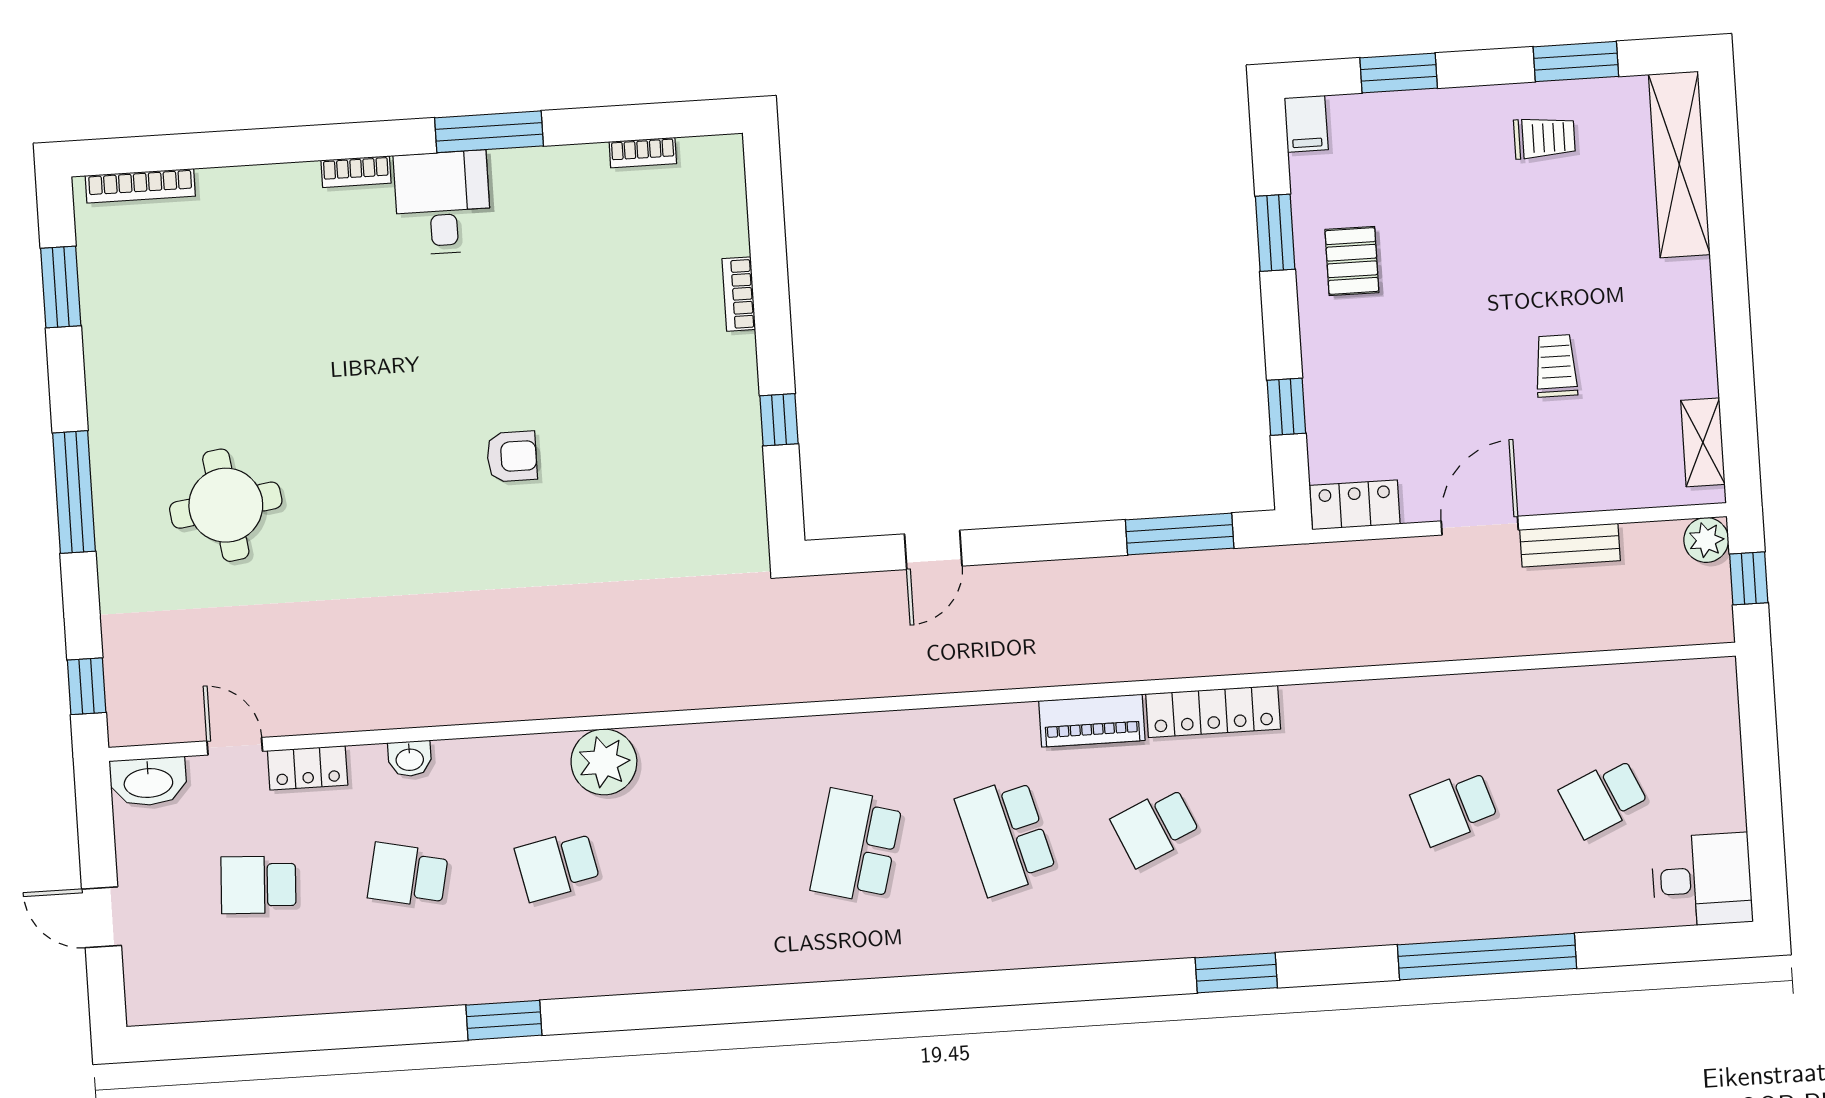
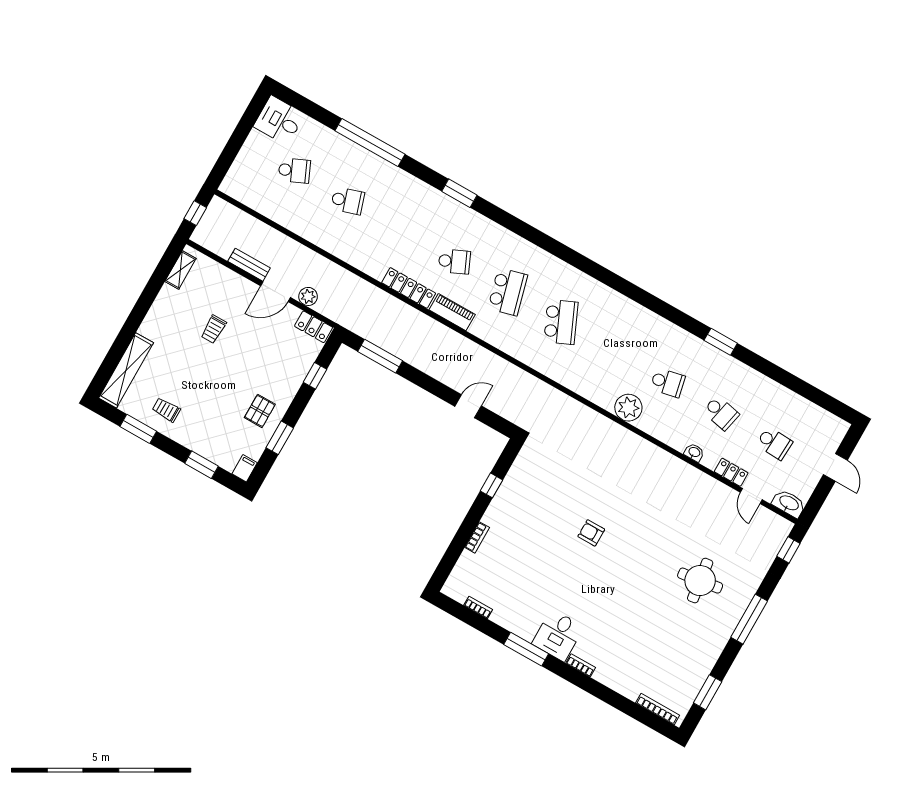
plant: (1706, 540) -> (308, 296), moved
school desk: (856, 846) -> (561, 322), turned -39

